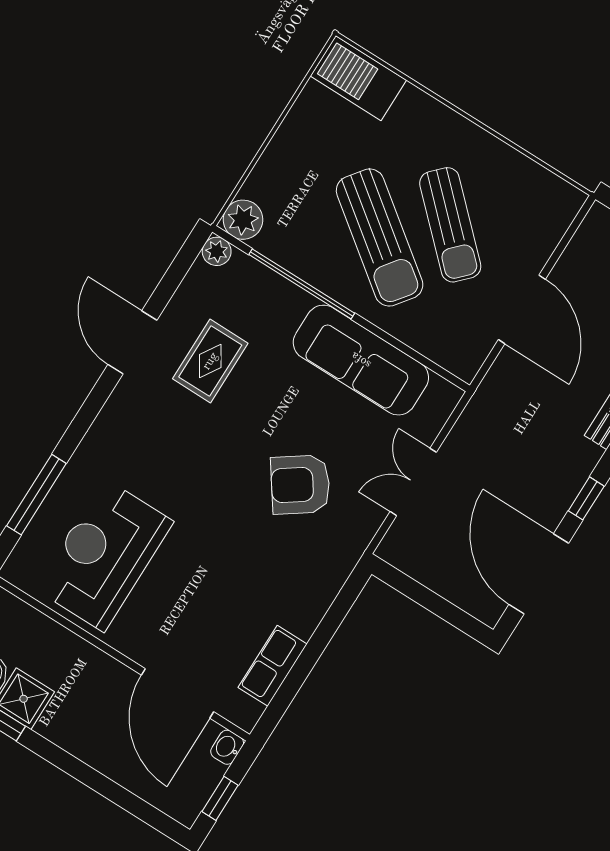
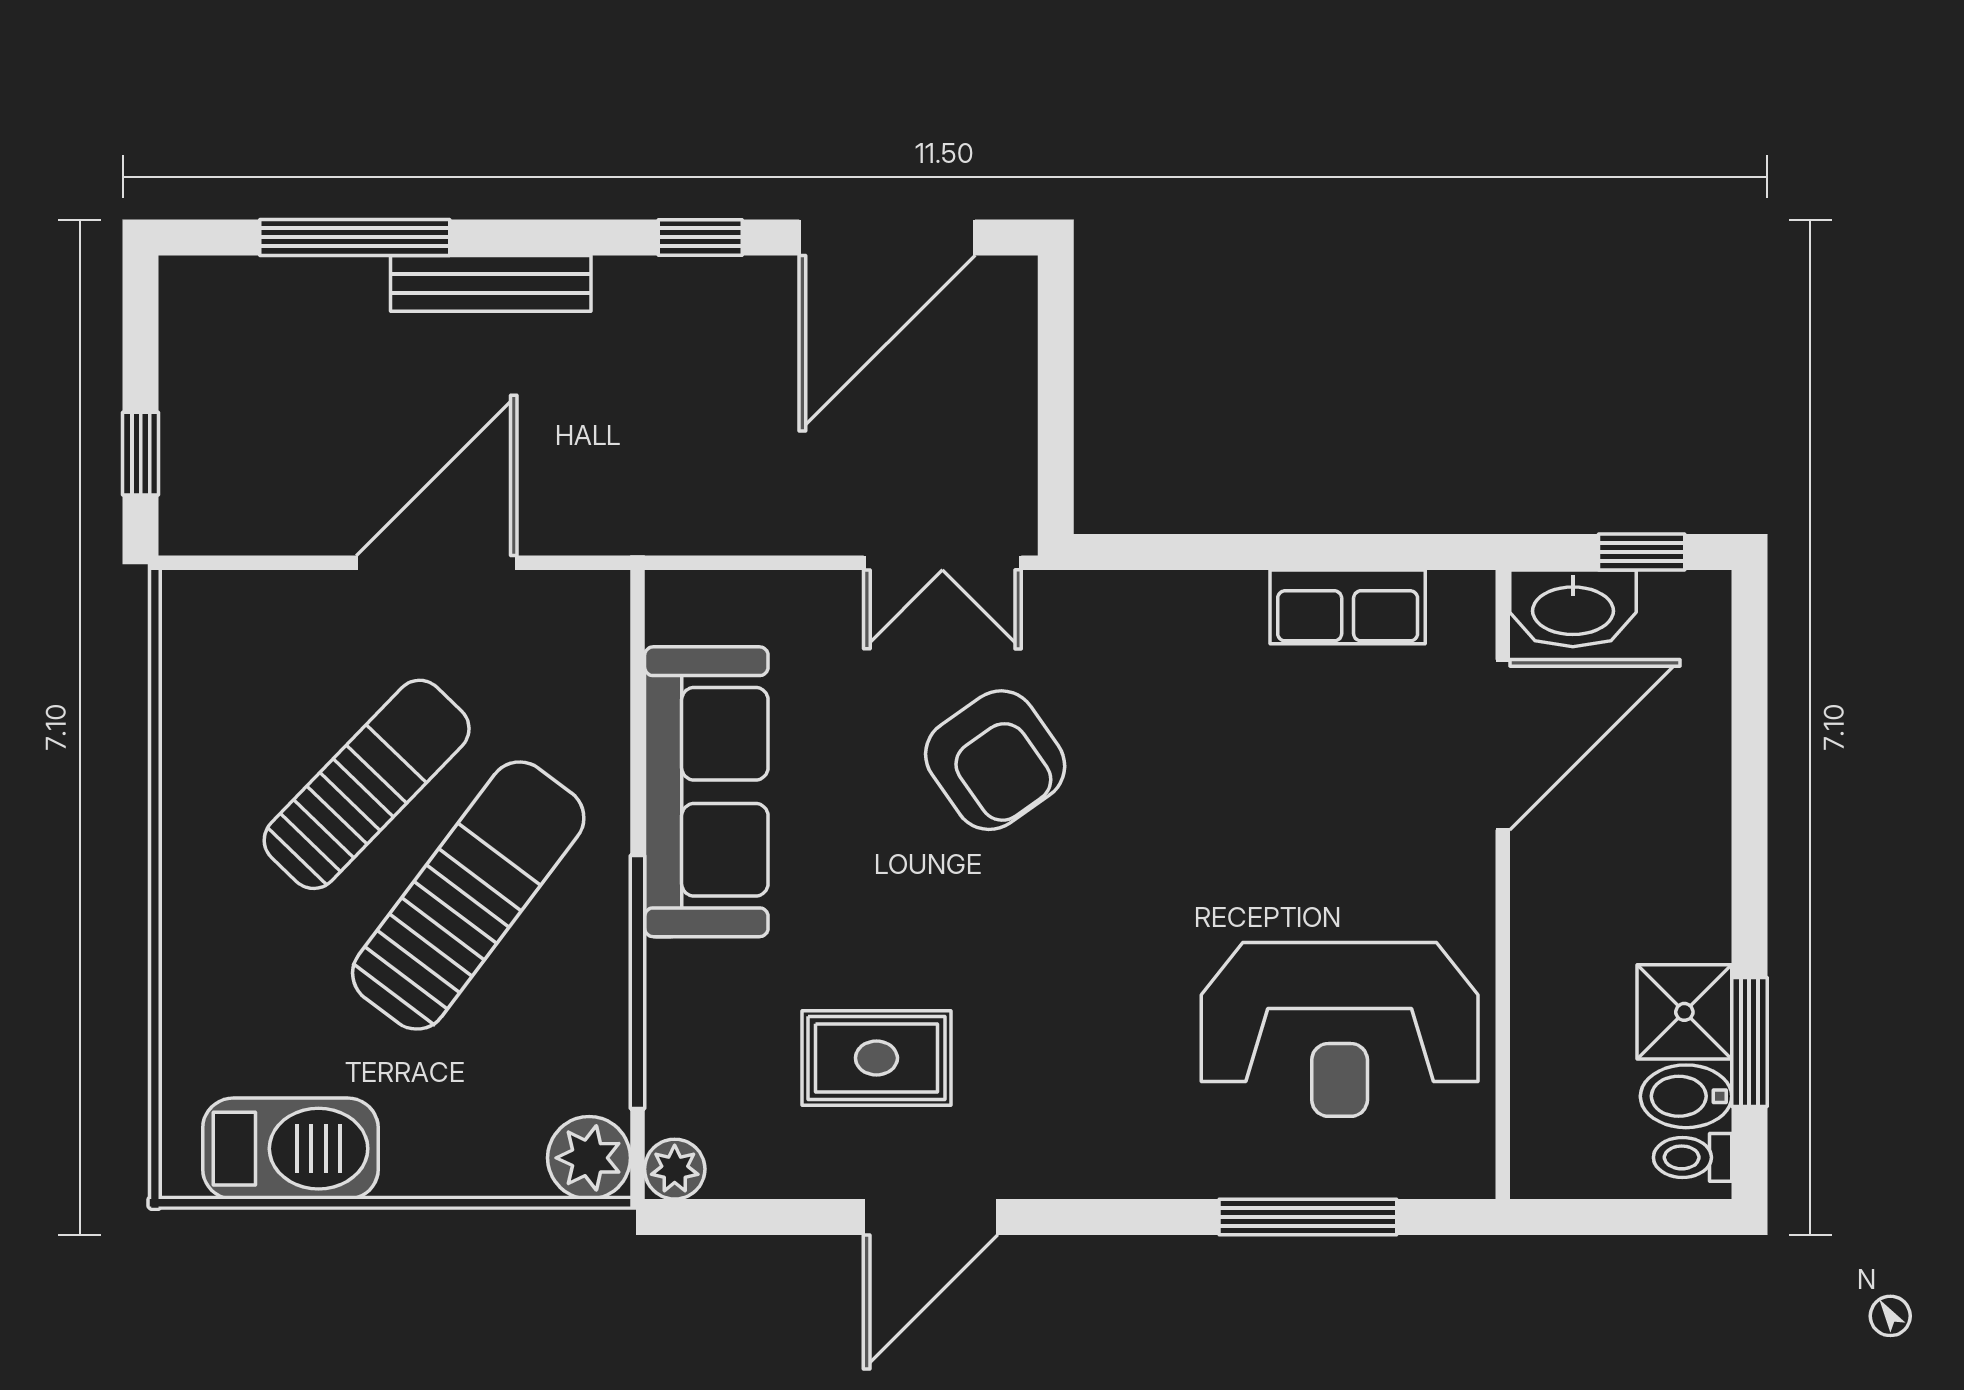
barbecue: (358, 78) -> (290, 1149), moved, turned -90
double door: (413, 482) -> (942, 563), moved
washbasin: (227, 747) -> (1573, 608), width x1.91, depth x1.45

